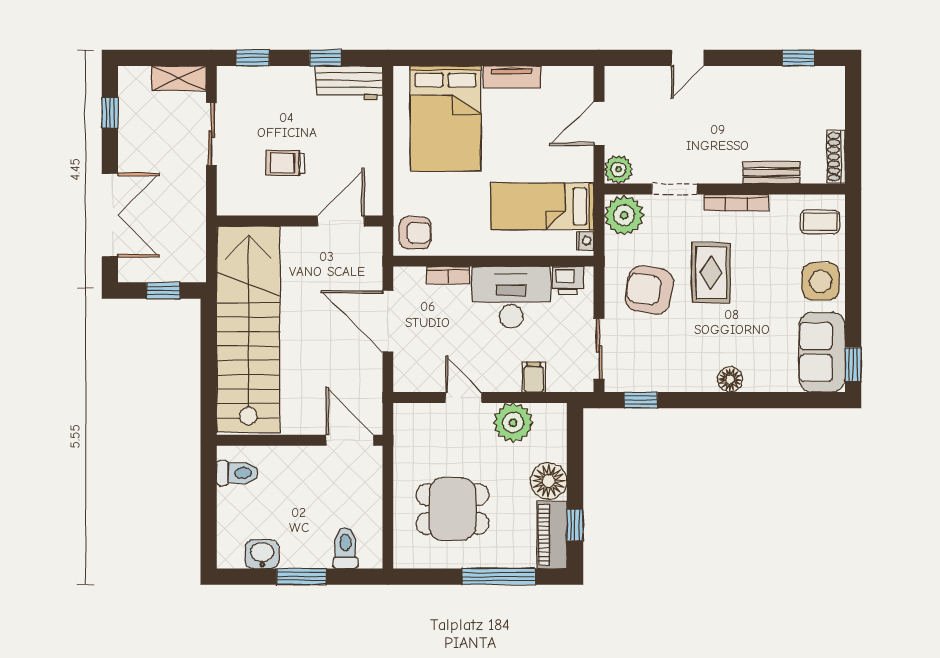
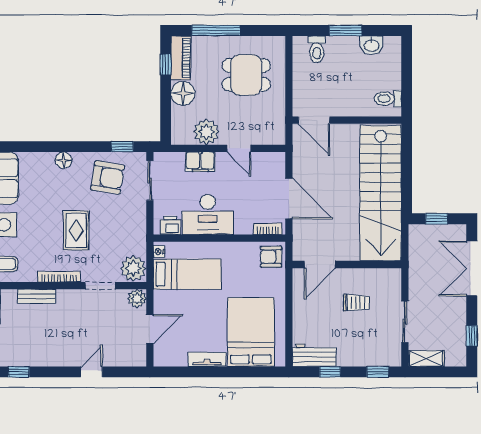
bookcase: (448, 275) -> (268, 229), moved
armchair: (649, 290) -> (108, 177), moved
filing cabinet: (534, 377) -> (200, 162), width x2.00

